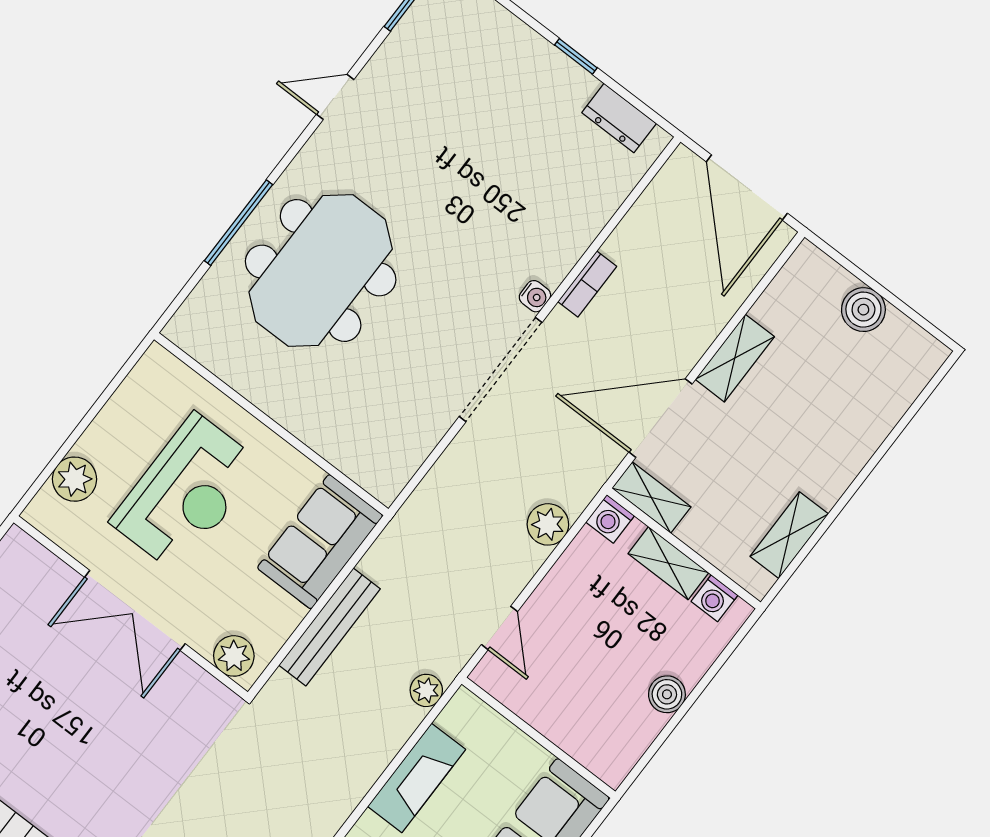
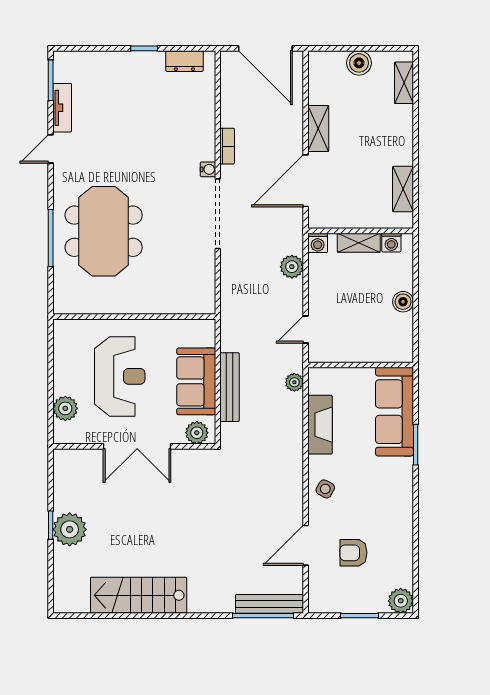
tv unit: (396, 51) -> (62, 108), added
shelving: (651, 498) -> (404, 83), moved, turned 90
sofa: (320, 542) -> (196, 381), moved
door: (499, 628) -> (306, 329), swing flipped

